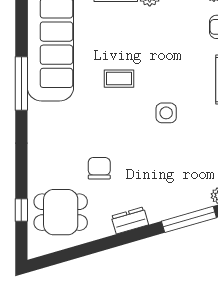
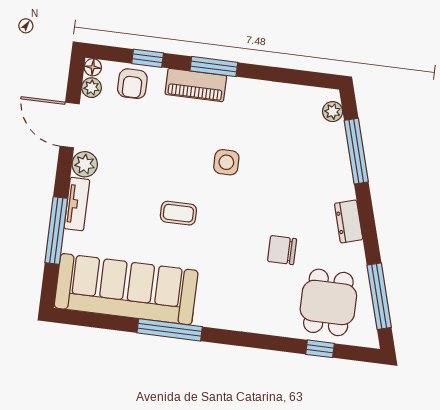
coffee table: (119, 79) -> (178, 213), turned 90
window: (71, 254) -> (379, 296), added

